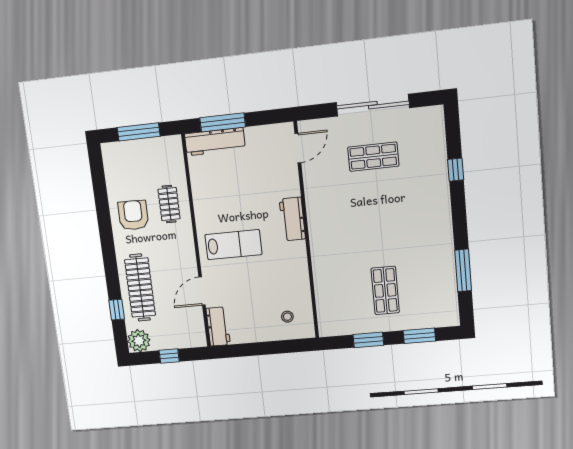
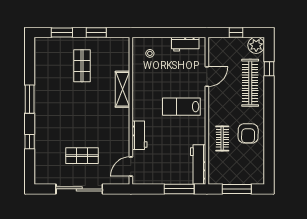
workbench: (215, 142) -> (198, 164), moved, turned -90
workbench: (292, 219) -> (139, 135), moved
shelving: (322, 262) -> (123, 89), added
window: (463, 270) -> (30, 99), moved
workbench: (218, 327) -> (185, 44), moved, turned -90

